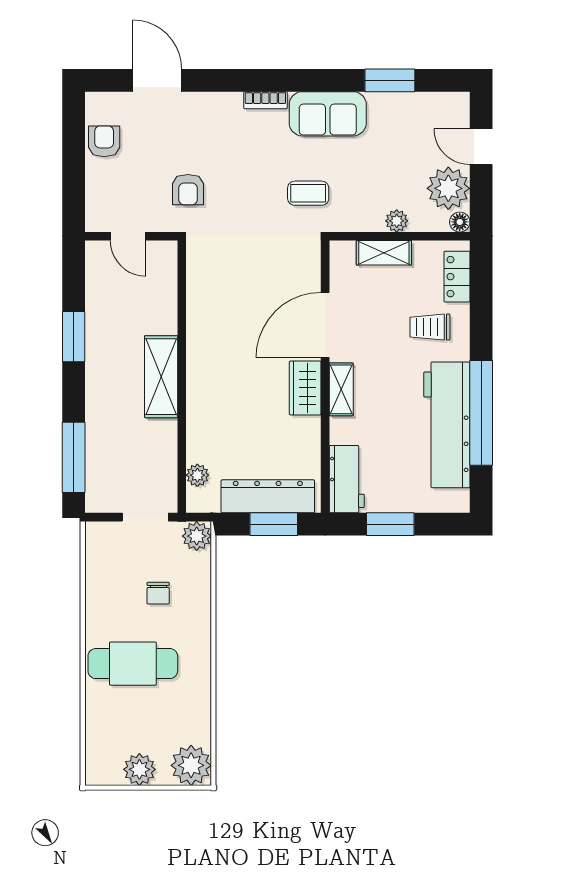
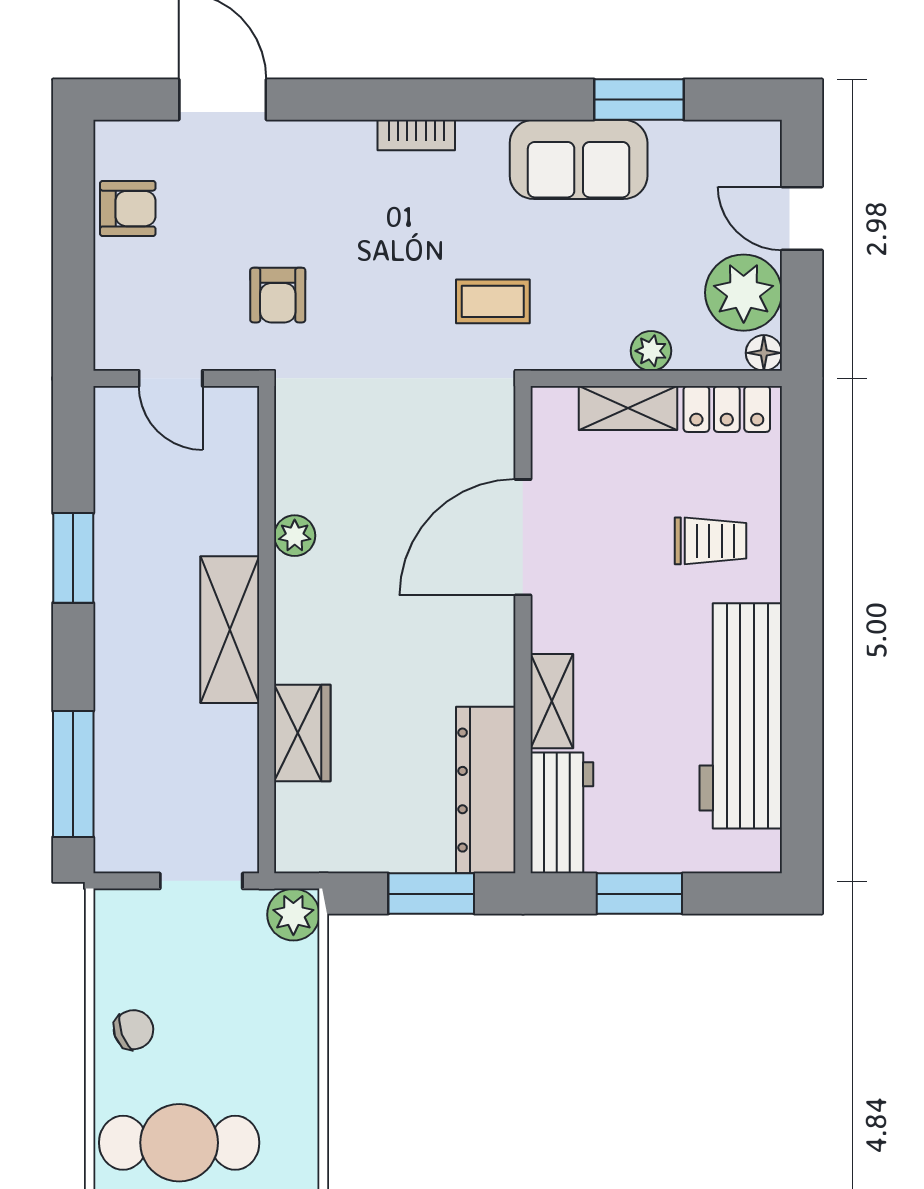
sofa: (328, 114) -> (579, 159), moved
armchair: (104, 141) -> (128, 209), turned 90
locker: (457, 277) -> (727, 409), moved, turned -90
trolley: (430, 327) -> (710, 541), turned 180
wardrobe: (305, 388) -> (302, 733), moved, turned 180
shelving: (341, 389) -> (552, 701), moved
window: (481, 413) -> (802, 694), removed
plant: (197, 475) -> (295, 536), moved
dresser: (268, 496) -> (486, 790), moved, turned -90
chair: (158, 593) -> (134, 1030), moved, turned -110

